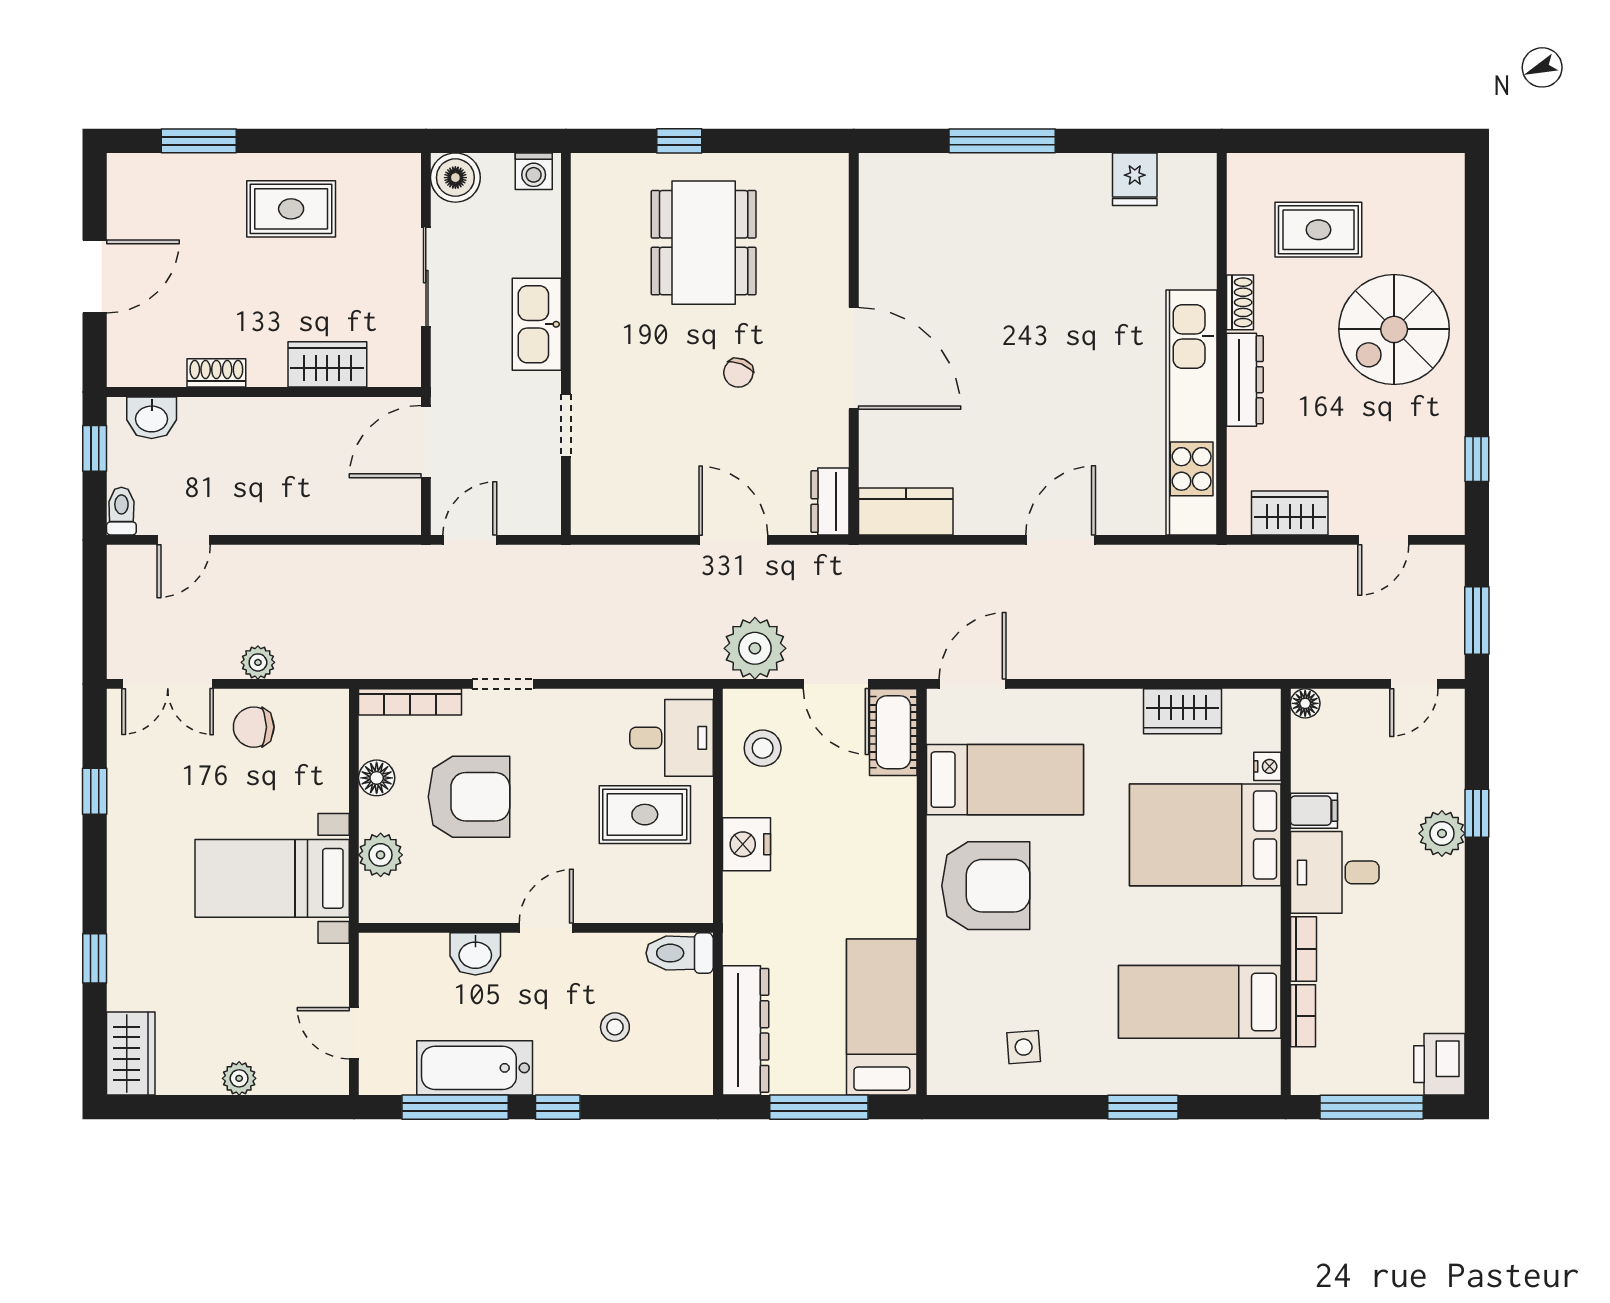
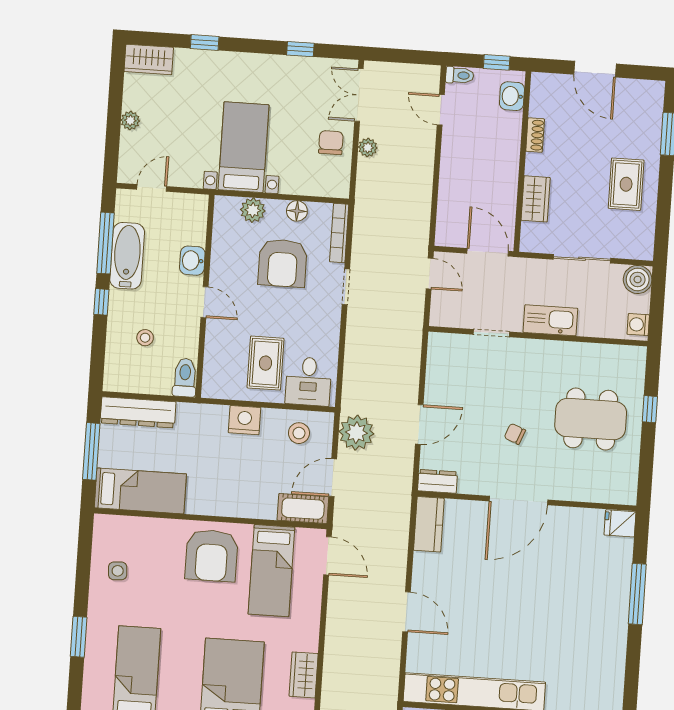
fridge: (1135, 179) -> (620, 523), moved

